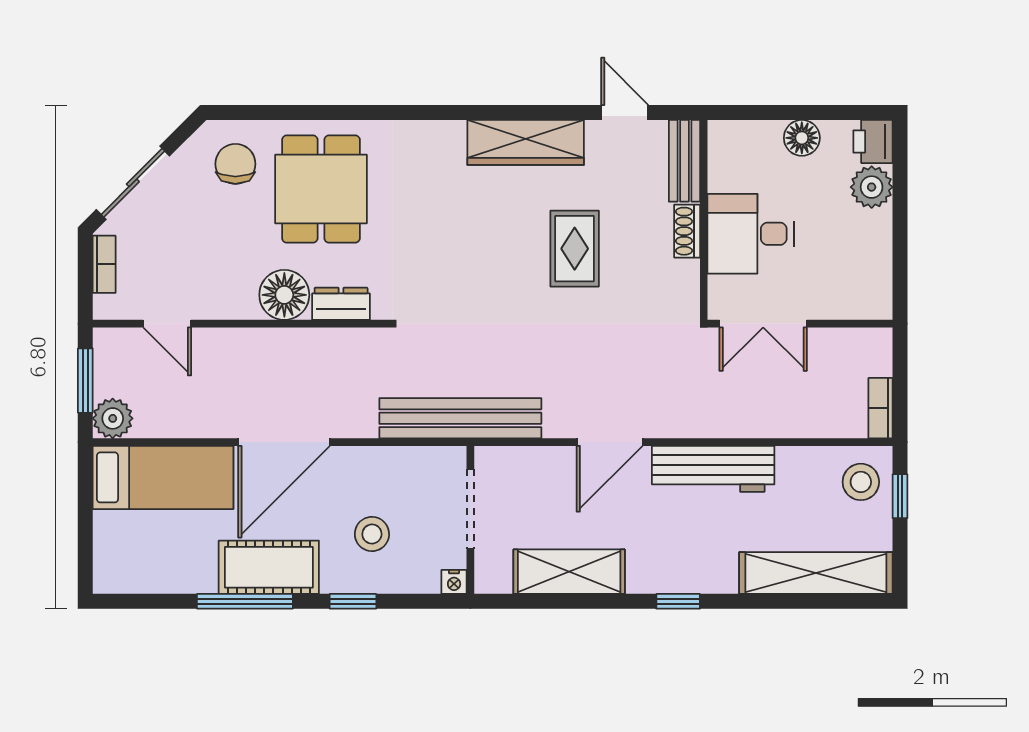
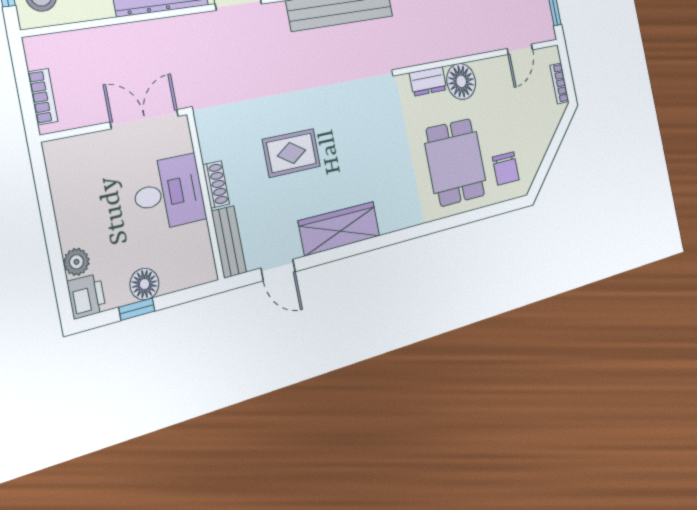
window: (817, 113) -> (137, 309), added
sliding door: (133, 183) -> (556, 142), removed
plant: (872, 187) -> (76, 262), width x0.73, depth x0.73
rug: (575, 249) -> (292, 153), turned 90
door: (167, 324) -> (520, 49), swing flipped
bookcase: (880, 408) -> (43, 97), moved

